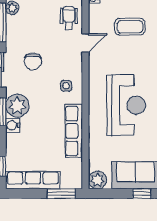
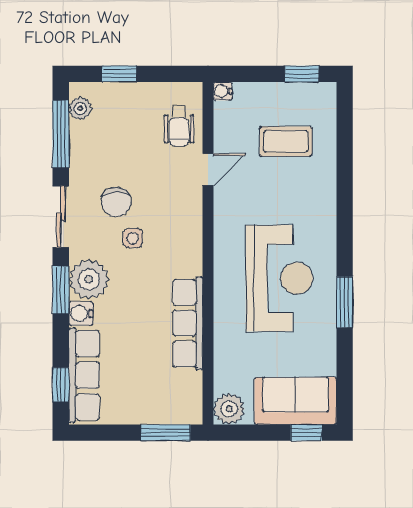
wheelchair: (69, 18) -> (179, 126), turned 180
side table: (66, 86) -> (133, 238), moved
row of seats: (33, 180) -> (84, 375), moved, turned 90

